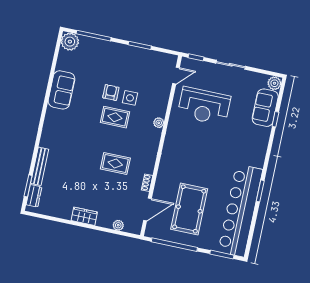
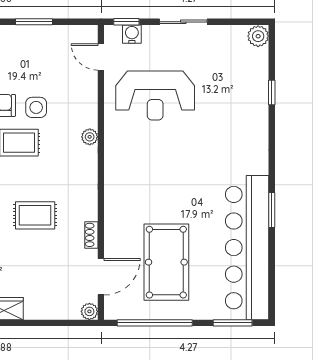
water cooler: (198, 66) -> (132, 34), added
door: (176, 76) -> (101, 57), swing flipped
sofa: (265, 108) -> (252, 78), removed
plant: (118, 225) -> (89, 311), moved

